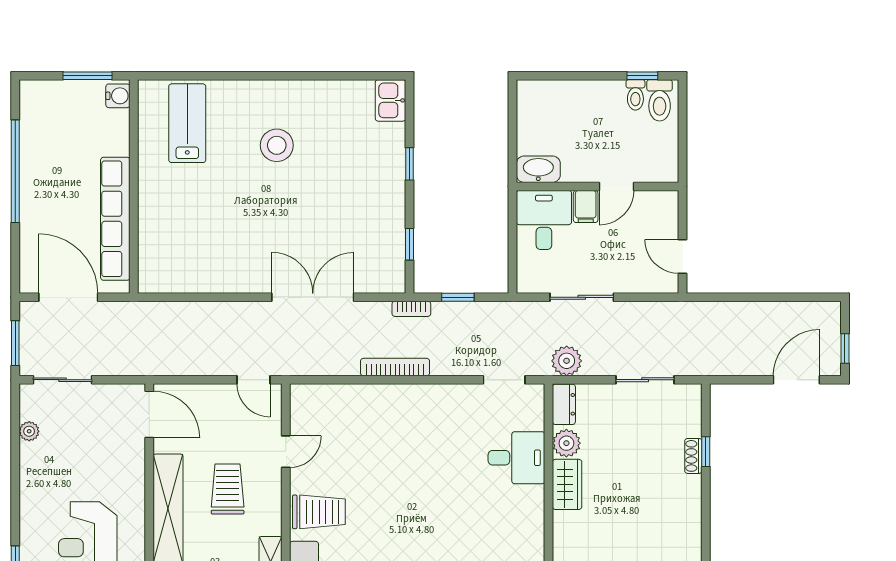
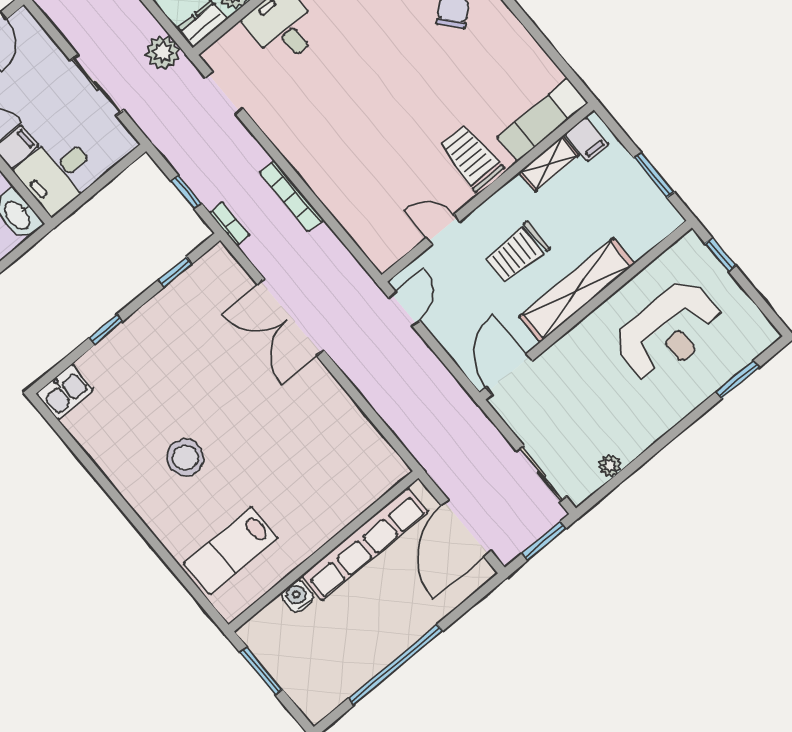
water cooler: (118, 96) -> (297, 596), moved

